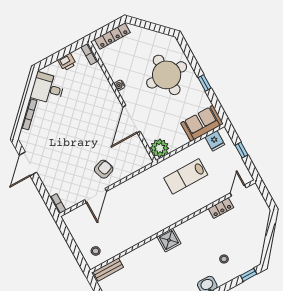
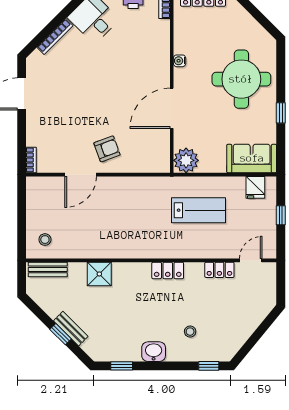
lab bench: (186, 176) -> (199, 210), turned 180
locker: (187, 227) -> (168, 270), added
shower: (169, 240) -> (99, 274), moved

